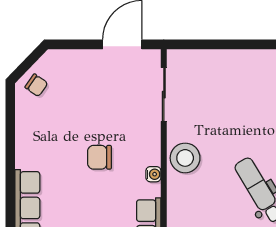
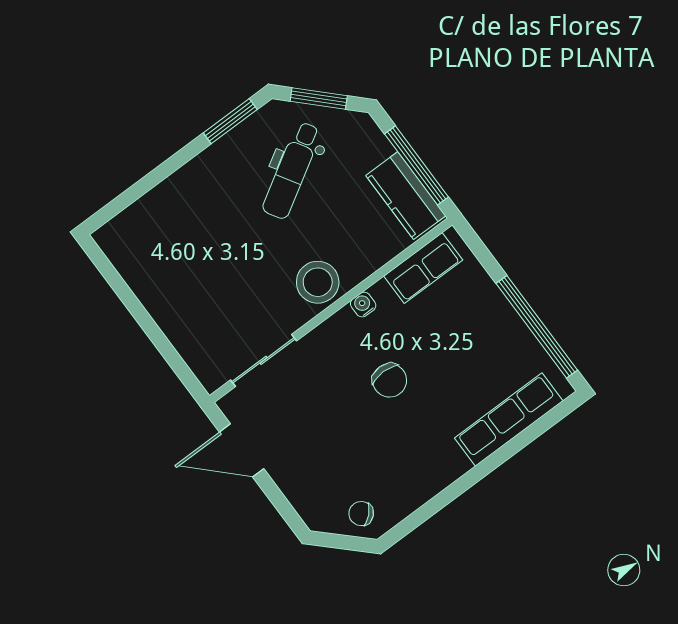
chair: (36, 85) -> (361, 514), turned -78

